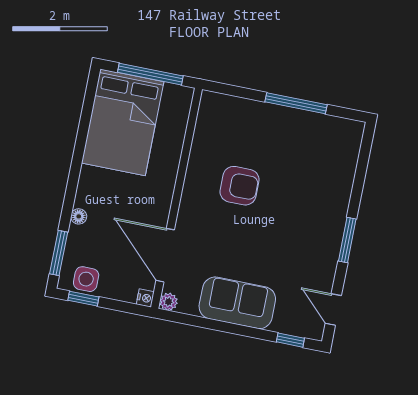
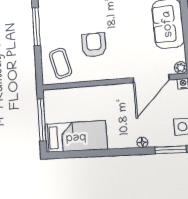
bed: (123, 122) -> (76, 137), width x0.67
coffee table: (227, 127) -> (61, 63), added

